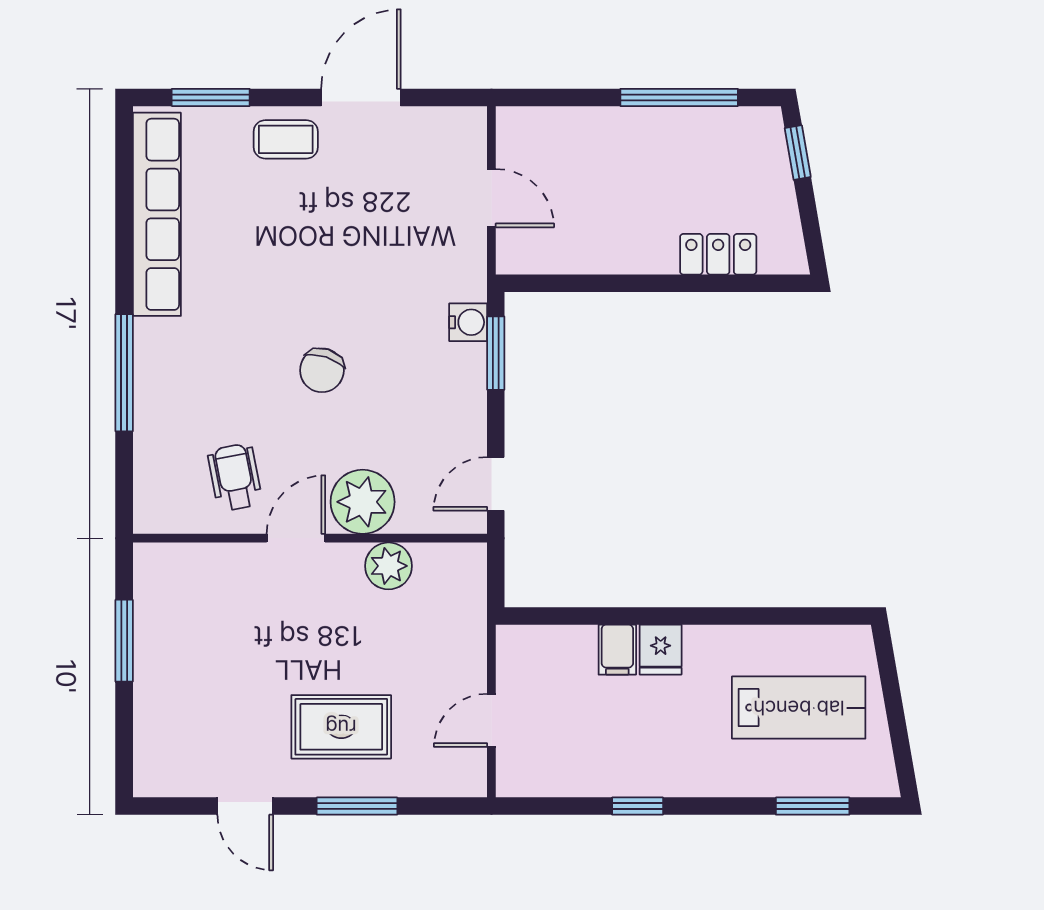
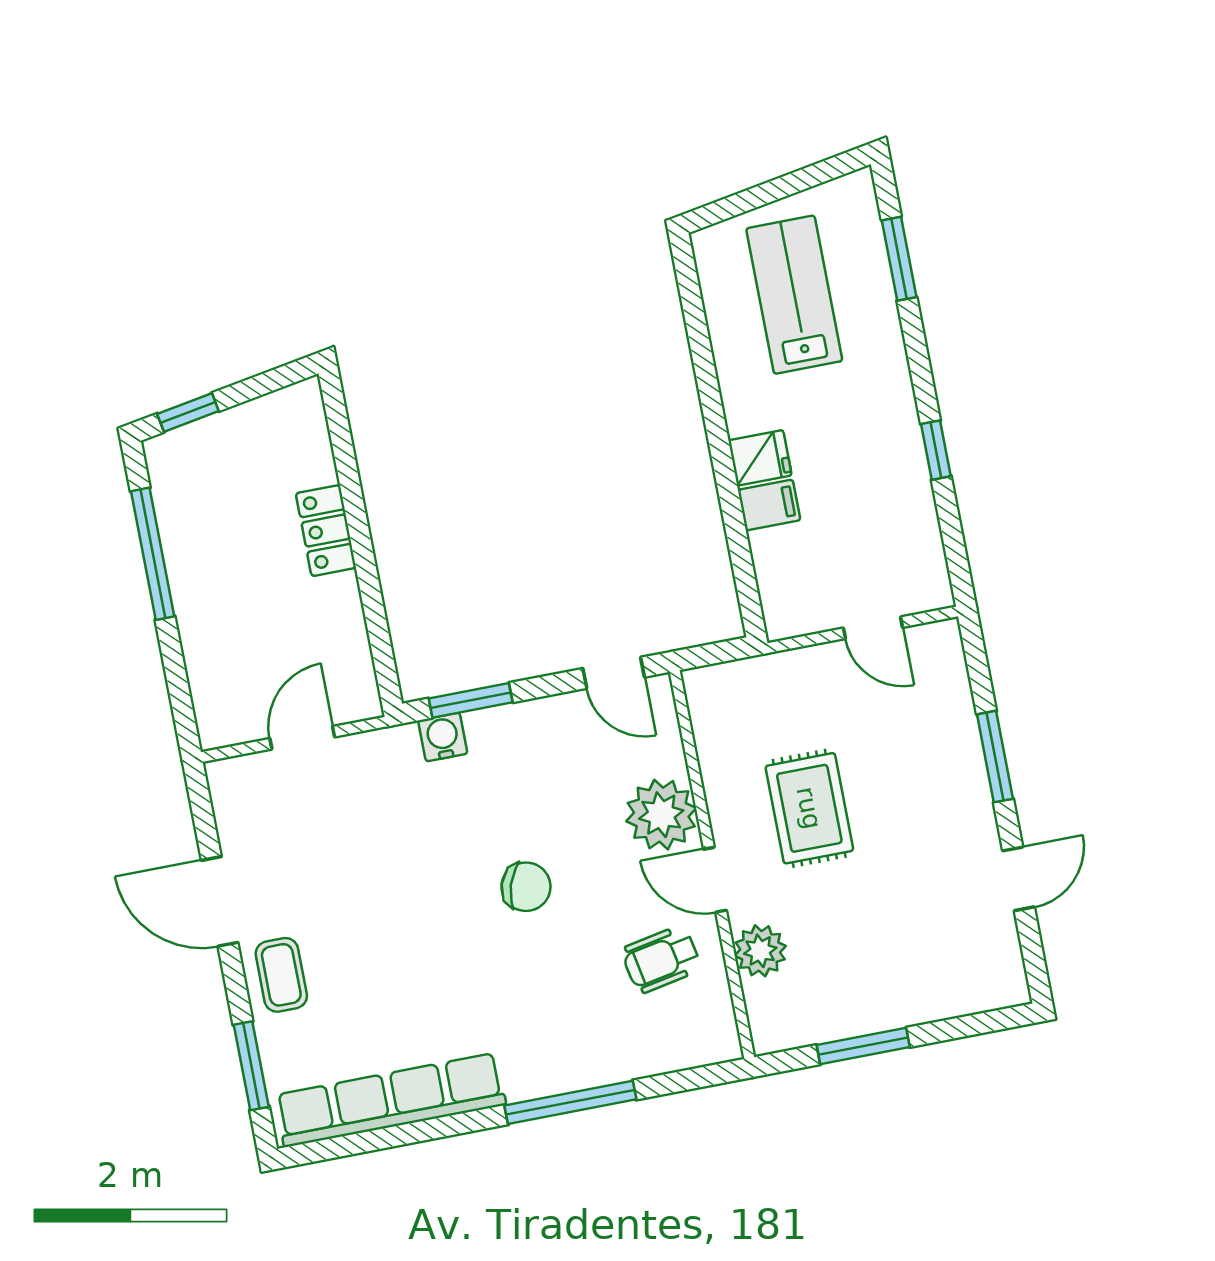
locker: (718, 254) -> (326, 531), moved
plant: (388, 566) -> (760, 951), moved
rug: (341, 727) -> (809, 808), moved

